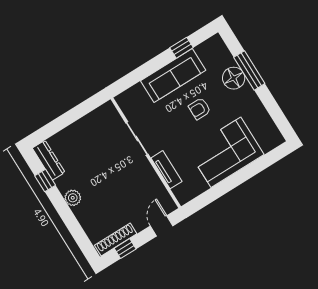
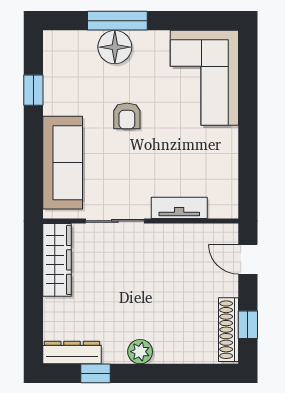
sofa: (173, 75) -> (63, 163), moved
wardrobe: (95, 120) -> (57, 260), added
corner sofa: (226, 152) -> (204, 78), moved

